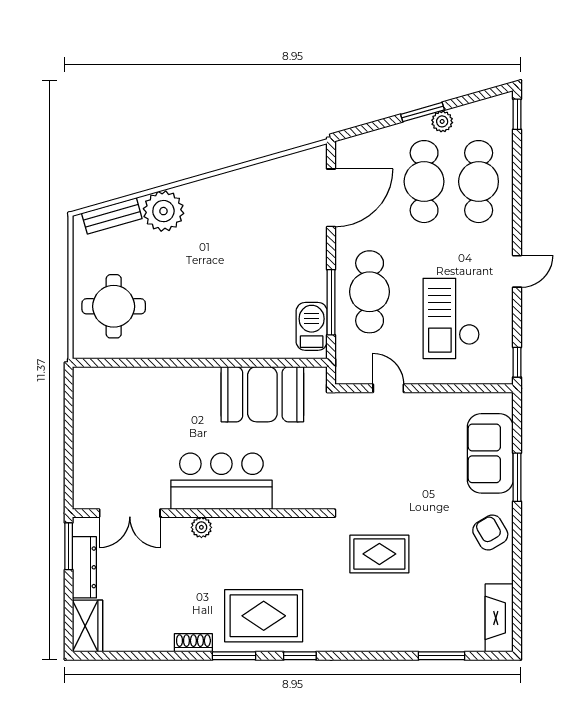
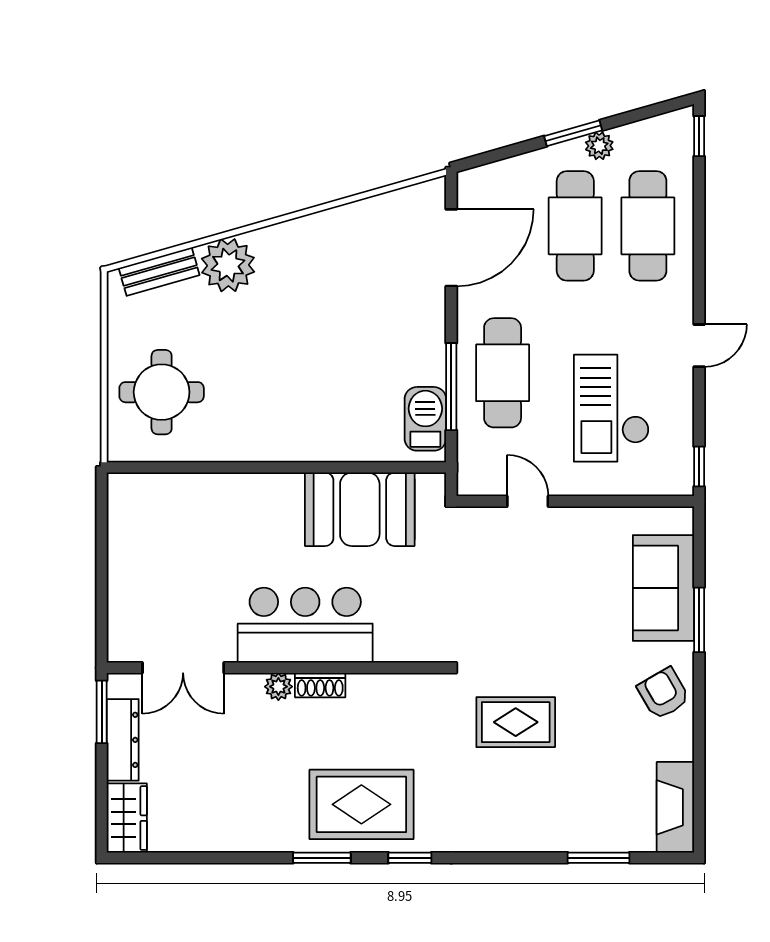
shoe rack: (193, 643) -> (320, 685), moved, turned 180

